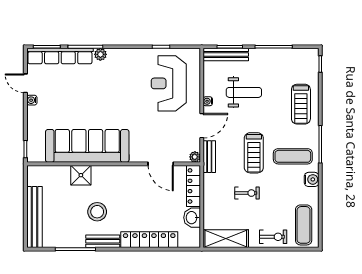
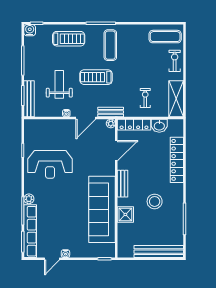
reception desk: (169, 83) -> (50, 164), moved
door: (202, 126) -> (86, 118), swing flipped
treadmill: (254, 153) -> (96, 77), moved, turned 180
water cooler: (312, 179) -> (30, 30), moved
exercise bike: (247, 193) -> (145, 98), moved
bench: (103, 241) -> (123, 184), moved

